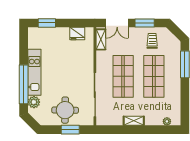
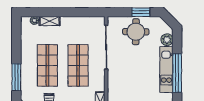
window: (24, 84) -> (177, 73), moved
shelving: (134, 121) -> (50, 21), moved
window: (70, 130) -> (141, 12), moved

